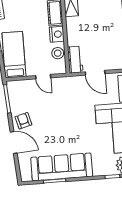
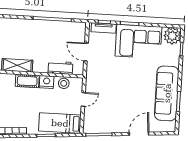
workbench: (75, 60) -> (60, 68), moved
door: (95, 73) -> (86, 52), swing flipped
armchair: (23, 121) -> (120, 122), removed

